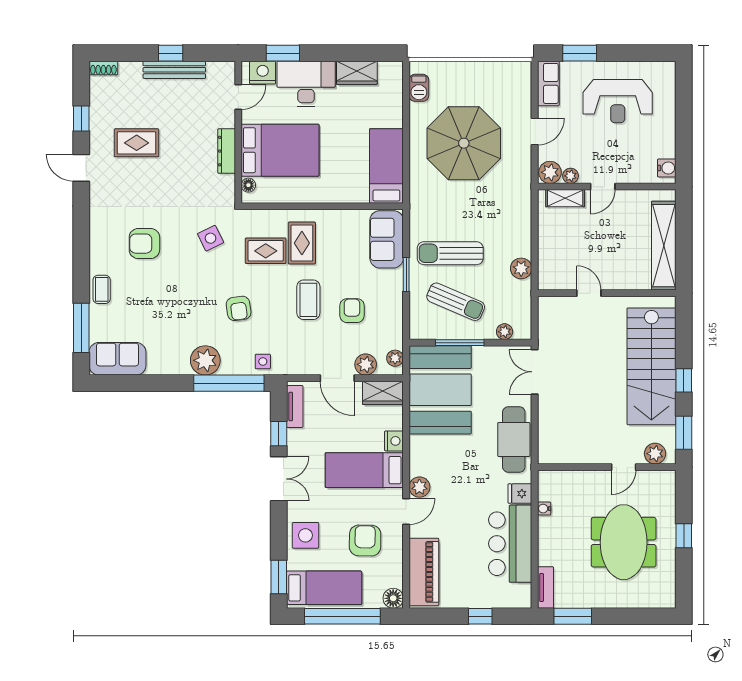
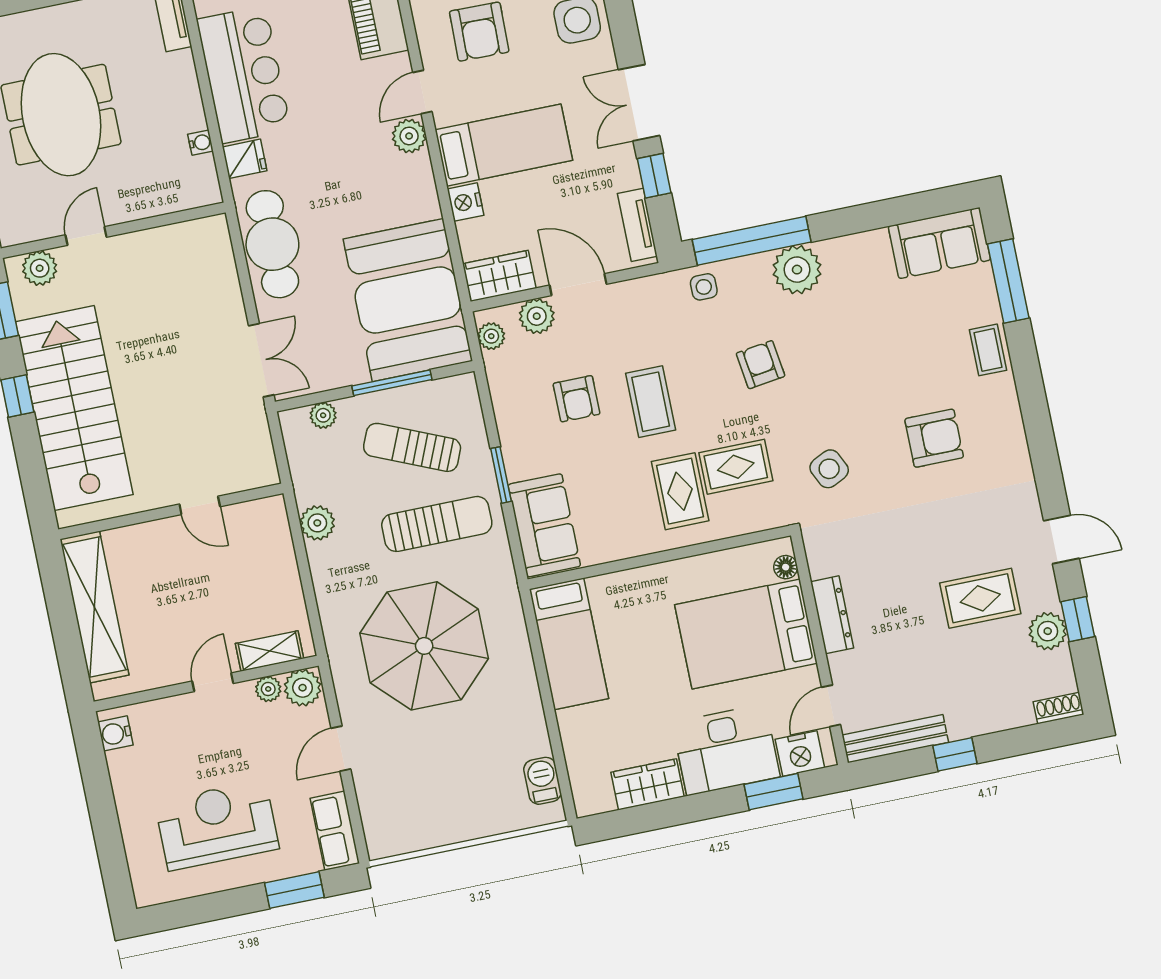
bench: (174, 70) -> (895, 739), moved
plant: (101, 115) -> (1048, 631), added
parasol: (464, 143) -> (424, 646), moved

